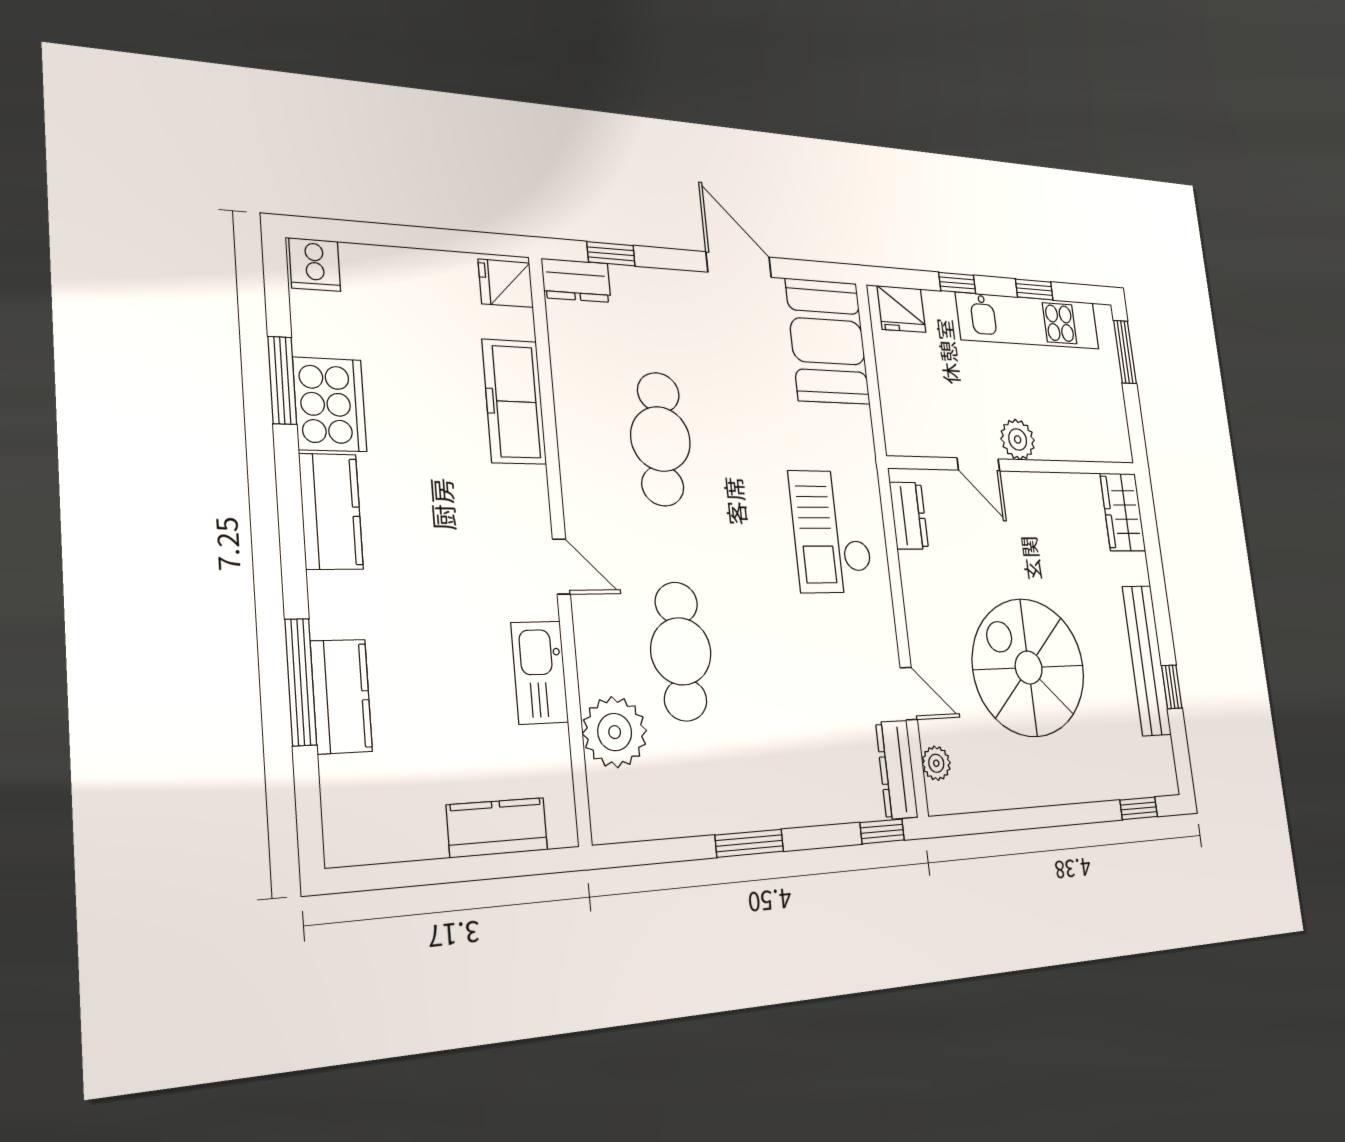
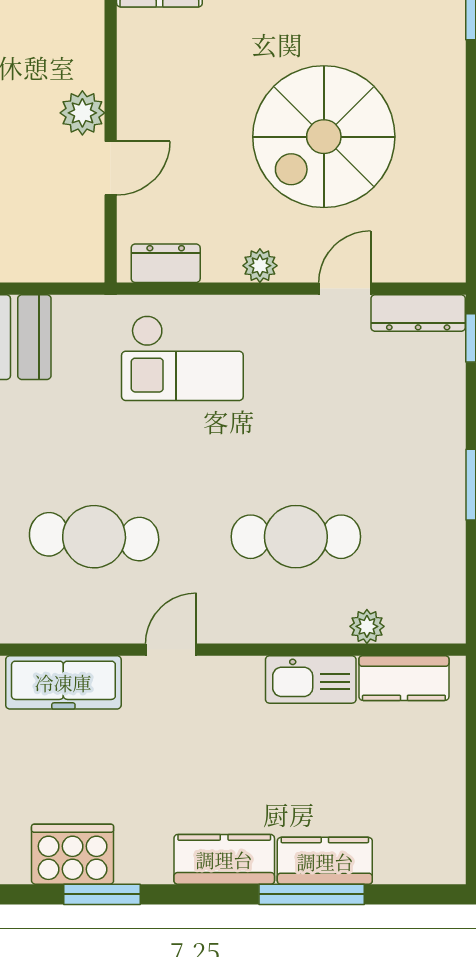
window: (282, 380) -> (102, 894), moved
kitchen counter: (331, 511) -> (224, 859), moved
door: (561, 567) -> (171, 650), moved
plant: (615, 732) -> (367, 626), width x0.53, depth x0.53
plant: (936, 763) -> (260, 266), moved
kitchen counter: (497, 828) -> (404, 678), moved, turned -90

